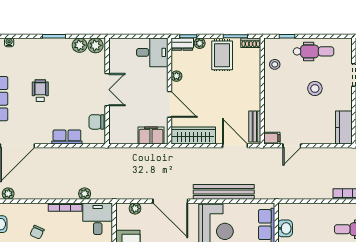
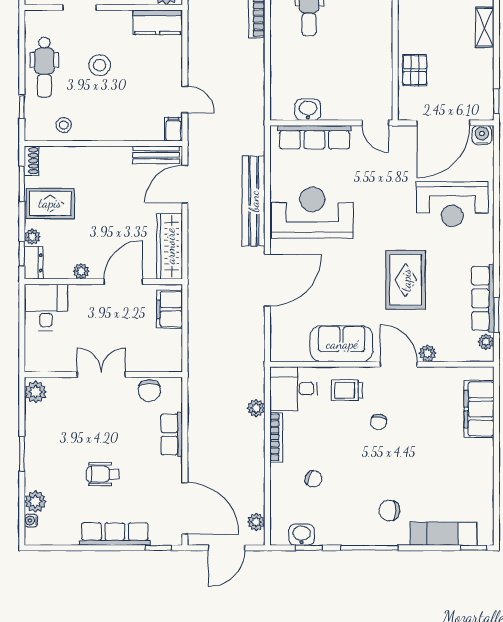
plant: (80, 45) -> (35, 501), moved
dental chair: (314, 51) -> (44, 67), turned 180
plant: (135, 209) -> (278, 333), removed

